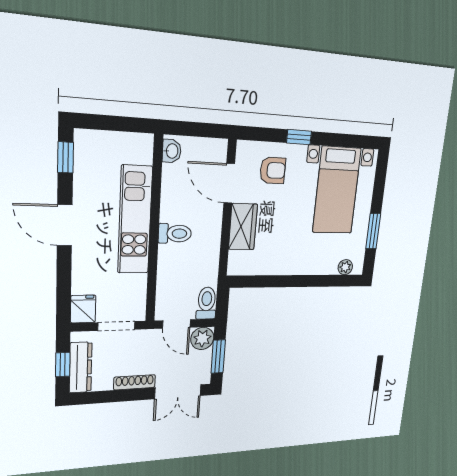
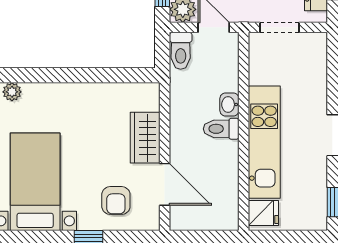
washbasin: (172, 151) -> (229, 105), moved
armchair: (273, 170) -> (116, 200), turned -90
fridge: (83, 309) -> (263, 213), moved, turned -90

